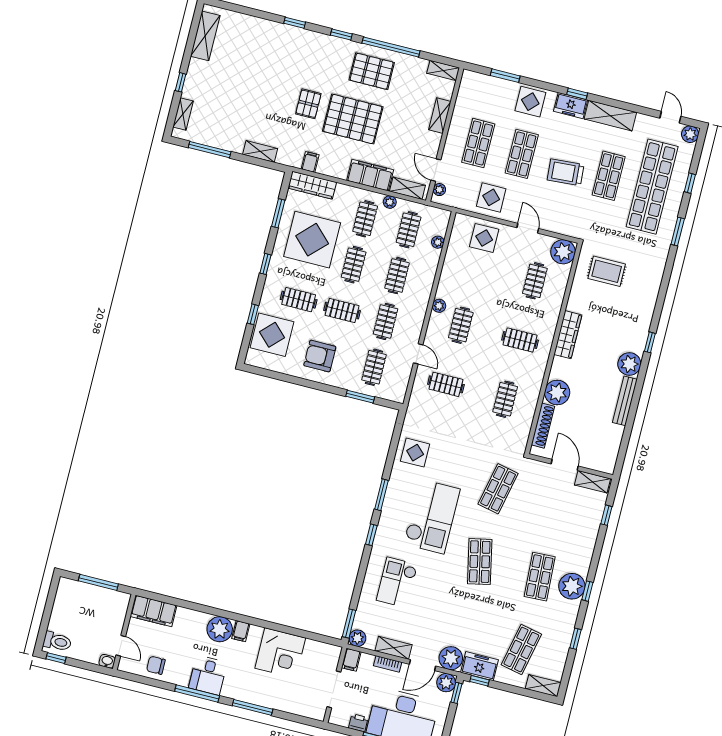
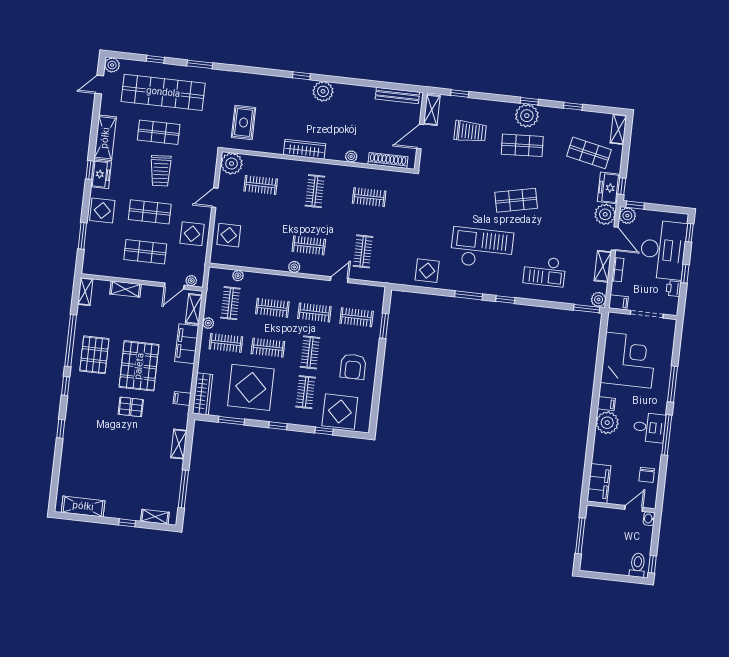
clothes rail: (409, 230) -> (230, 303), turned 90
plant: (557, 393) -> (351, 156), width x0.53, depth x0.53
bench: (625, 401) -> (397, 95), moved
shop shelf: (498, 489) -> (449, 193), removed
trolley: (563, 521) -> (470, 131), added
corner desk: (280, 653) -> (628, 360), width x1.36, depth x1.36

